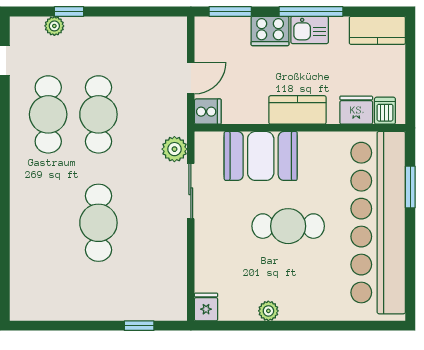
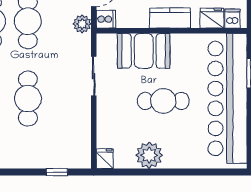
plant: (174, 149) -> (82, 24), moved
plant: (268, 311) -> (149, 155), width x1.88, depth x1.88

